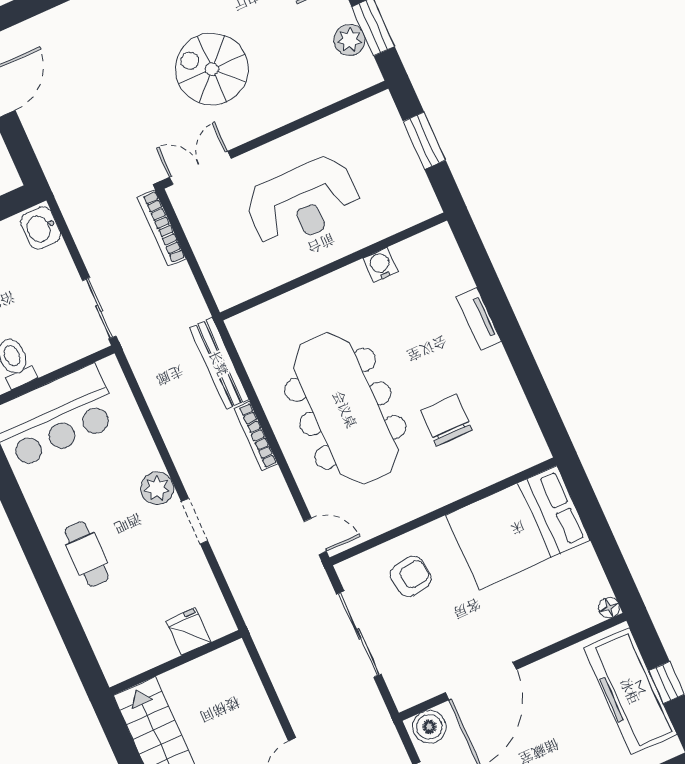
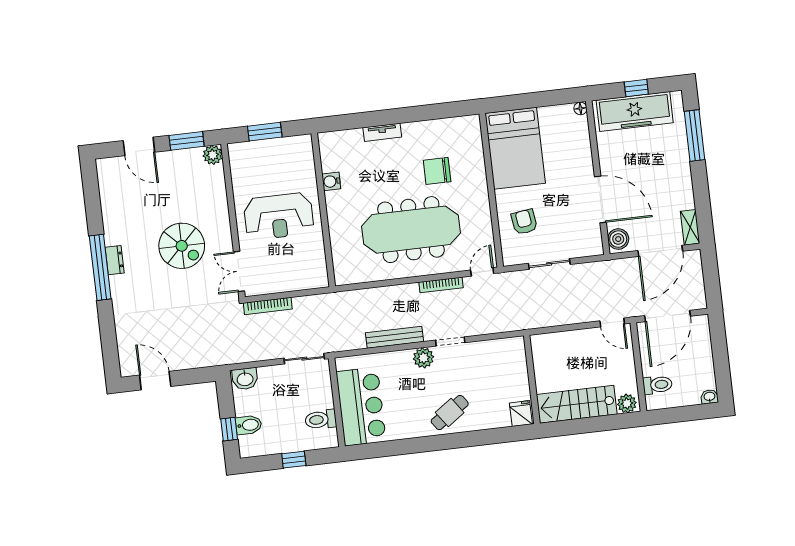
plant: (350, 40) -> (213, 155), moved
spiral stairs: (212, 69) -> (182, 246), turned -90
reception desk: (303, 202) -> (279, 216), turned 90
bench: (219, 363) -> (395, 337), moved
bookcase: (256, 436) -> (441, 285), moved
cafe table: (87, 554) -> (450, 412), turned -35
fridge: (188, 631) -> (521, 414), moved, turned 90
sliding door: (359, 634) -> (549, 264), width x0.73

